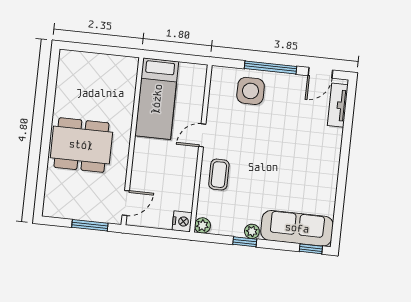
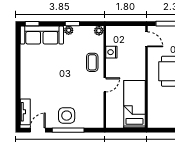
side table: (251, 91) -> (67, 116), moved
door: (126, 203) -> (146, 39), swing flipped
nightstand: (182, 221) -> (111, 52), moved

